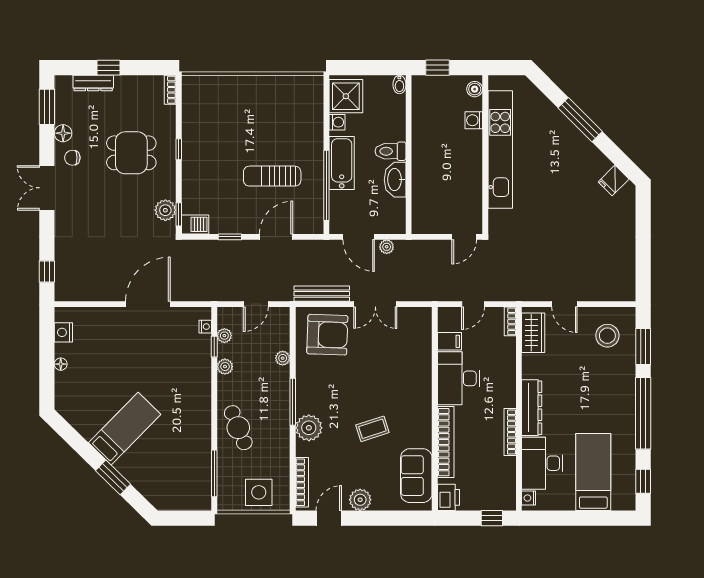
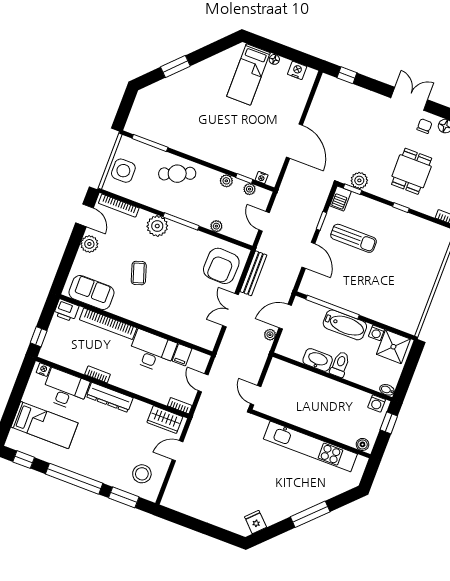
washing machine: (474, 120) -> (377, 403), moved, turned 180
sun lounger: (272, 176) -> (354, 238), moved, turned 90
bed: (125, 429) -> (248, 74), moved, turned 46
bookcase: (510, 432) -> (98, 374), width x0.64

